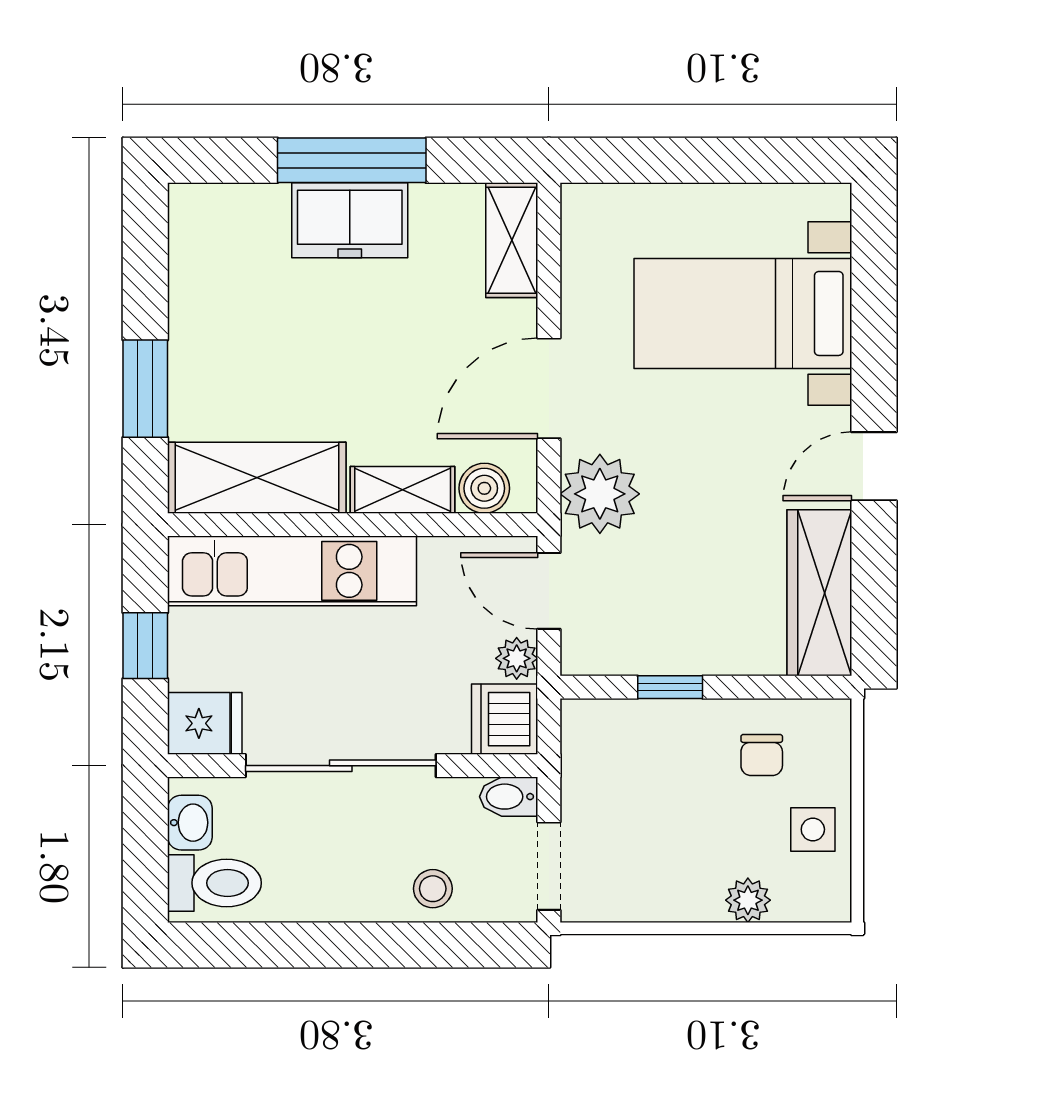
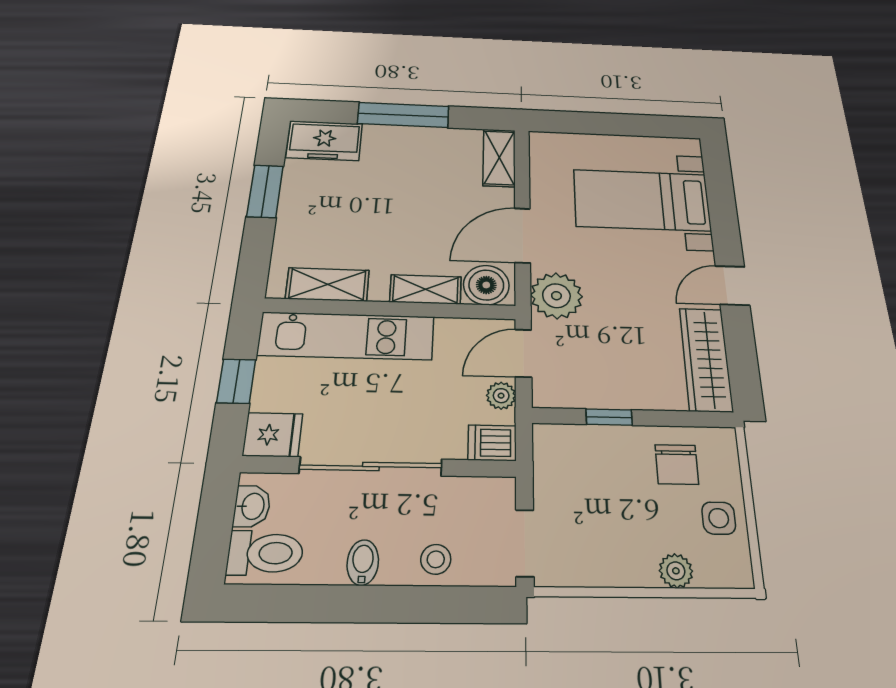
freezer: (350, 220) -> (324, 141), moved
window: (145, 389) -> (265, 191), moved
shelving: (257, 478) -> (327, 284), width x0.67, depth x0.75
boiler: (484, 488) -> (486, 285), width x1.36, depth x1.36
door: (549, 591) -> (523, 353), hinge flipped
dishwasher: (505, 719) -> (492, 443), width x0.73
chair: (762, 755) -> (677, 464), width x1.37, depth x1.37
bidet: (509, 797) -> (363, 562), moved, turned 90

